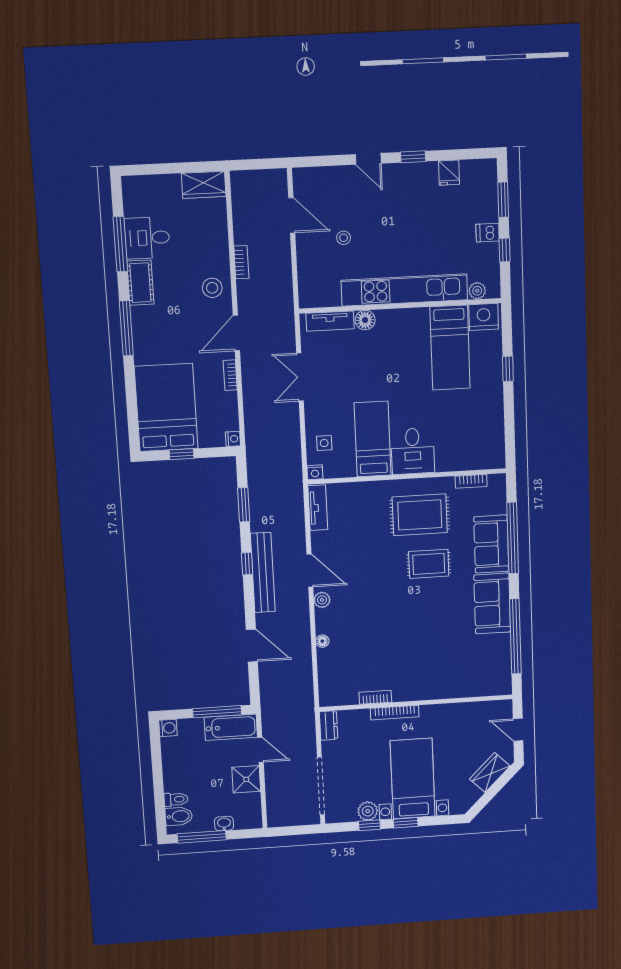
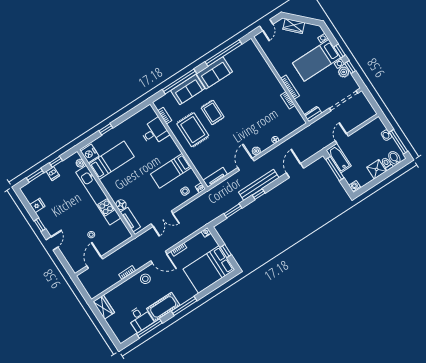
cot: (140, 283) -> (163, 307), width x1.37, depth x1.34
desk: (413, 451) -> (155, 132), moved
shower: (246, 779) -> (377, 169), moved

